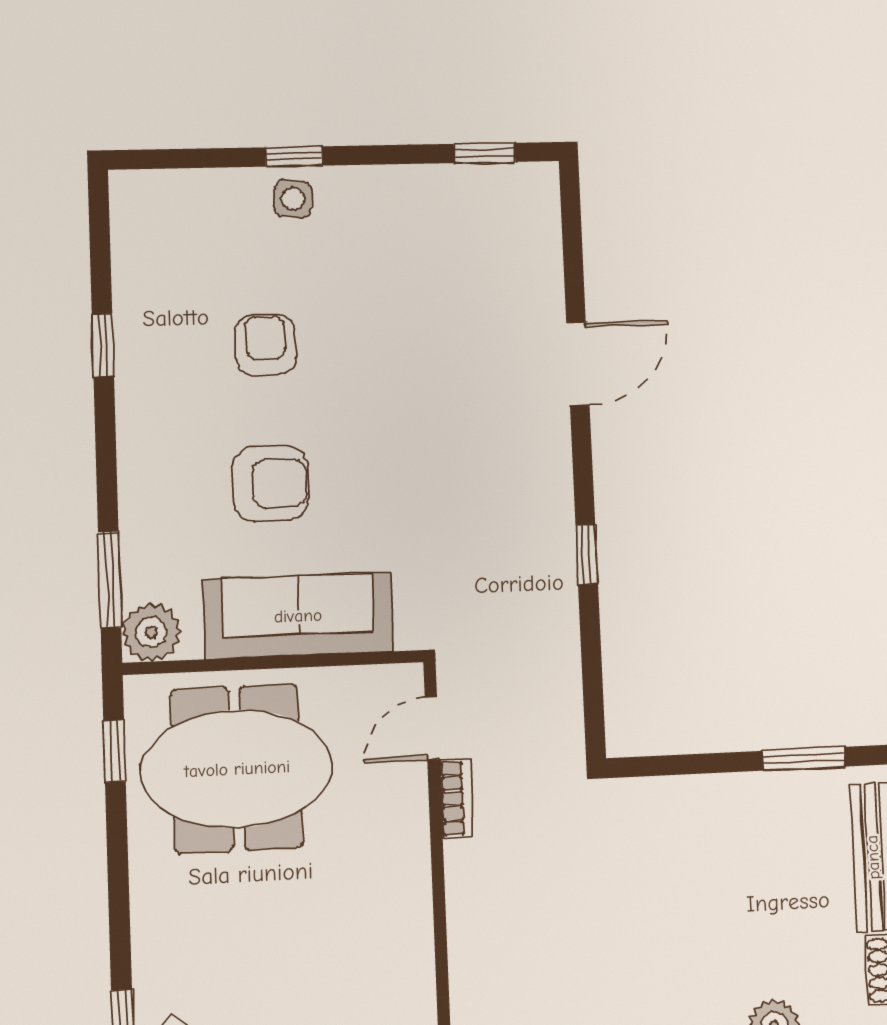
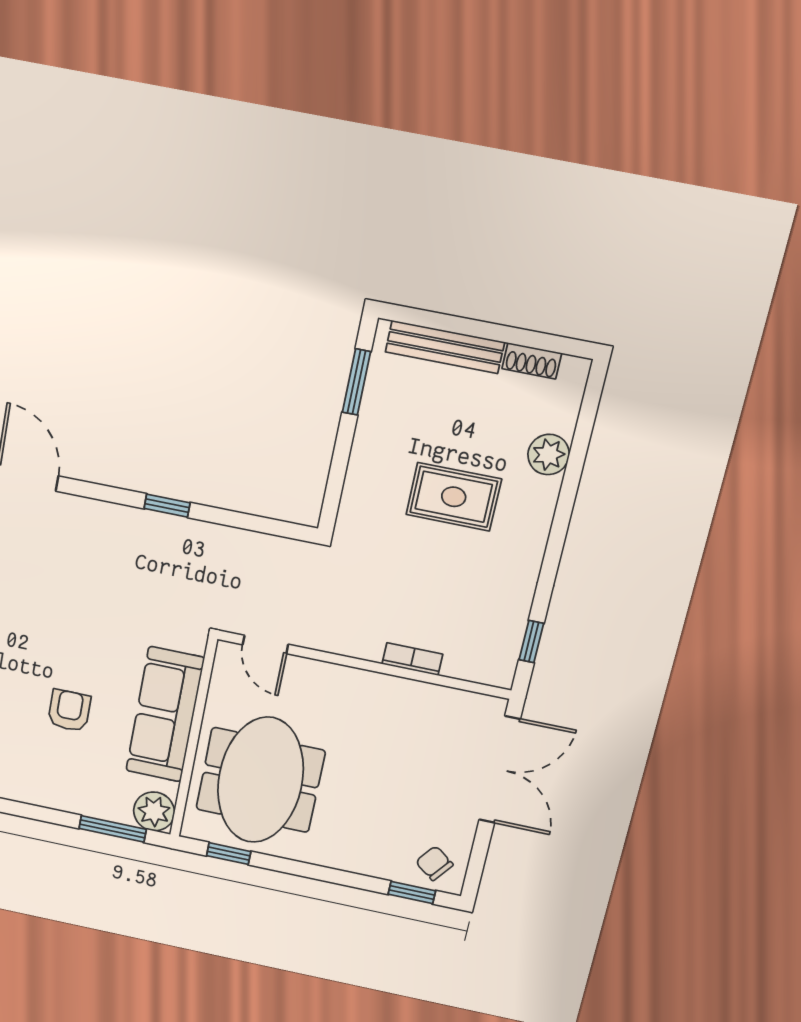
armchair: (270, 484) -> (69, 711), width x0.72, depth x0.72
bookcase: (456, 798) -> (412, 659), moved
rug: (691, 922) -> (454, 497), added

